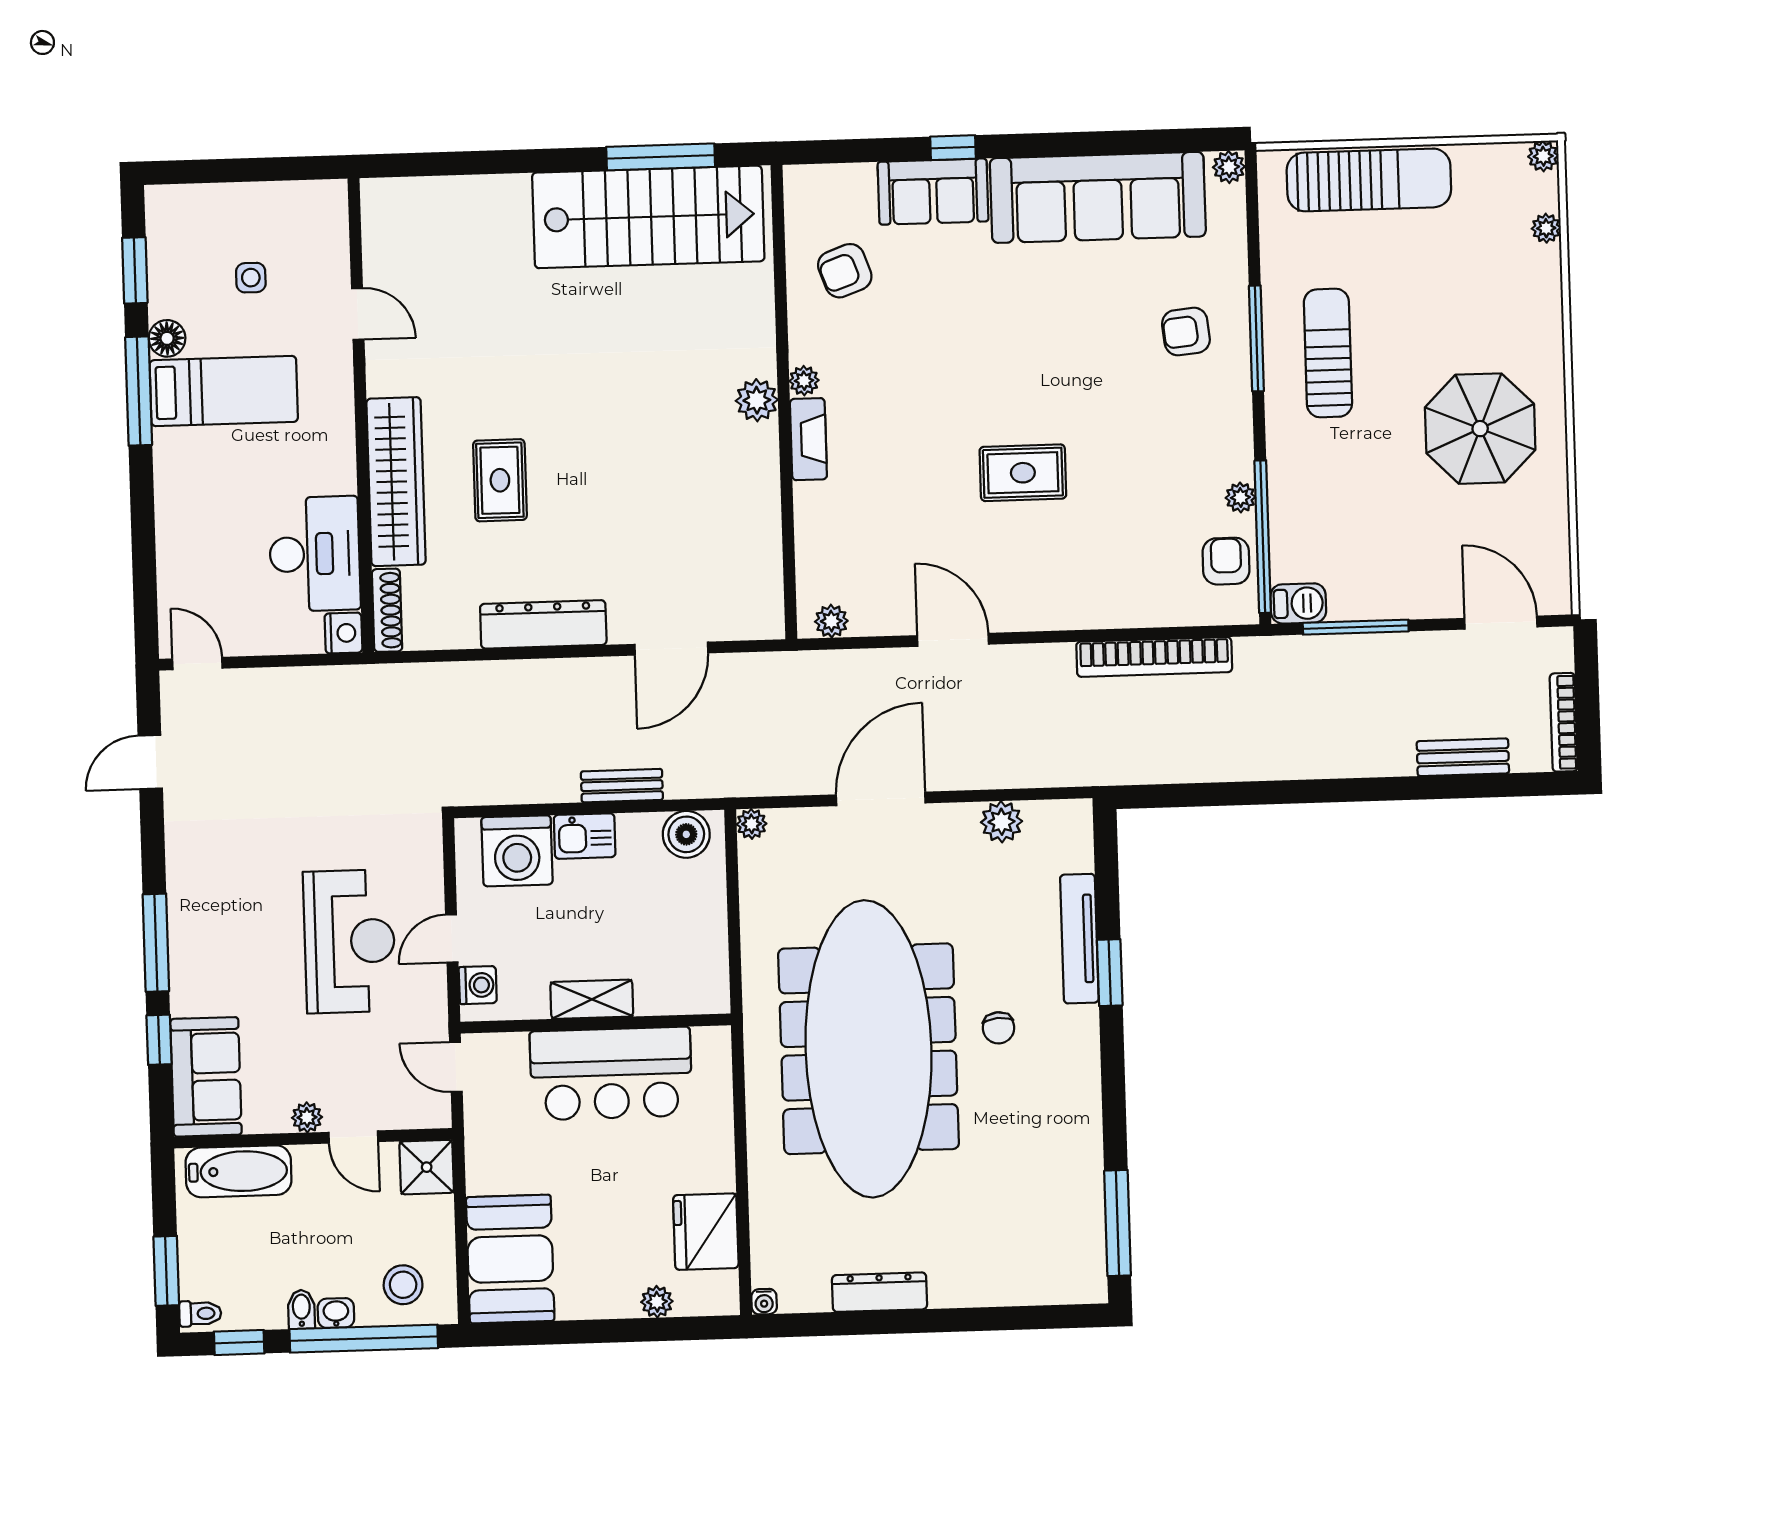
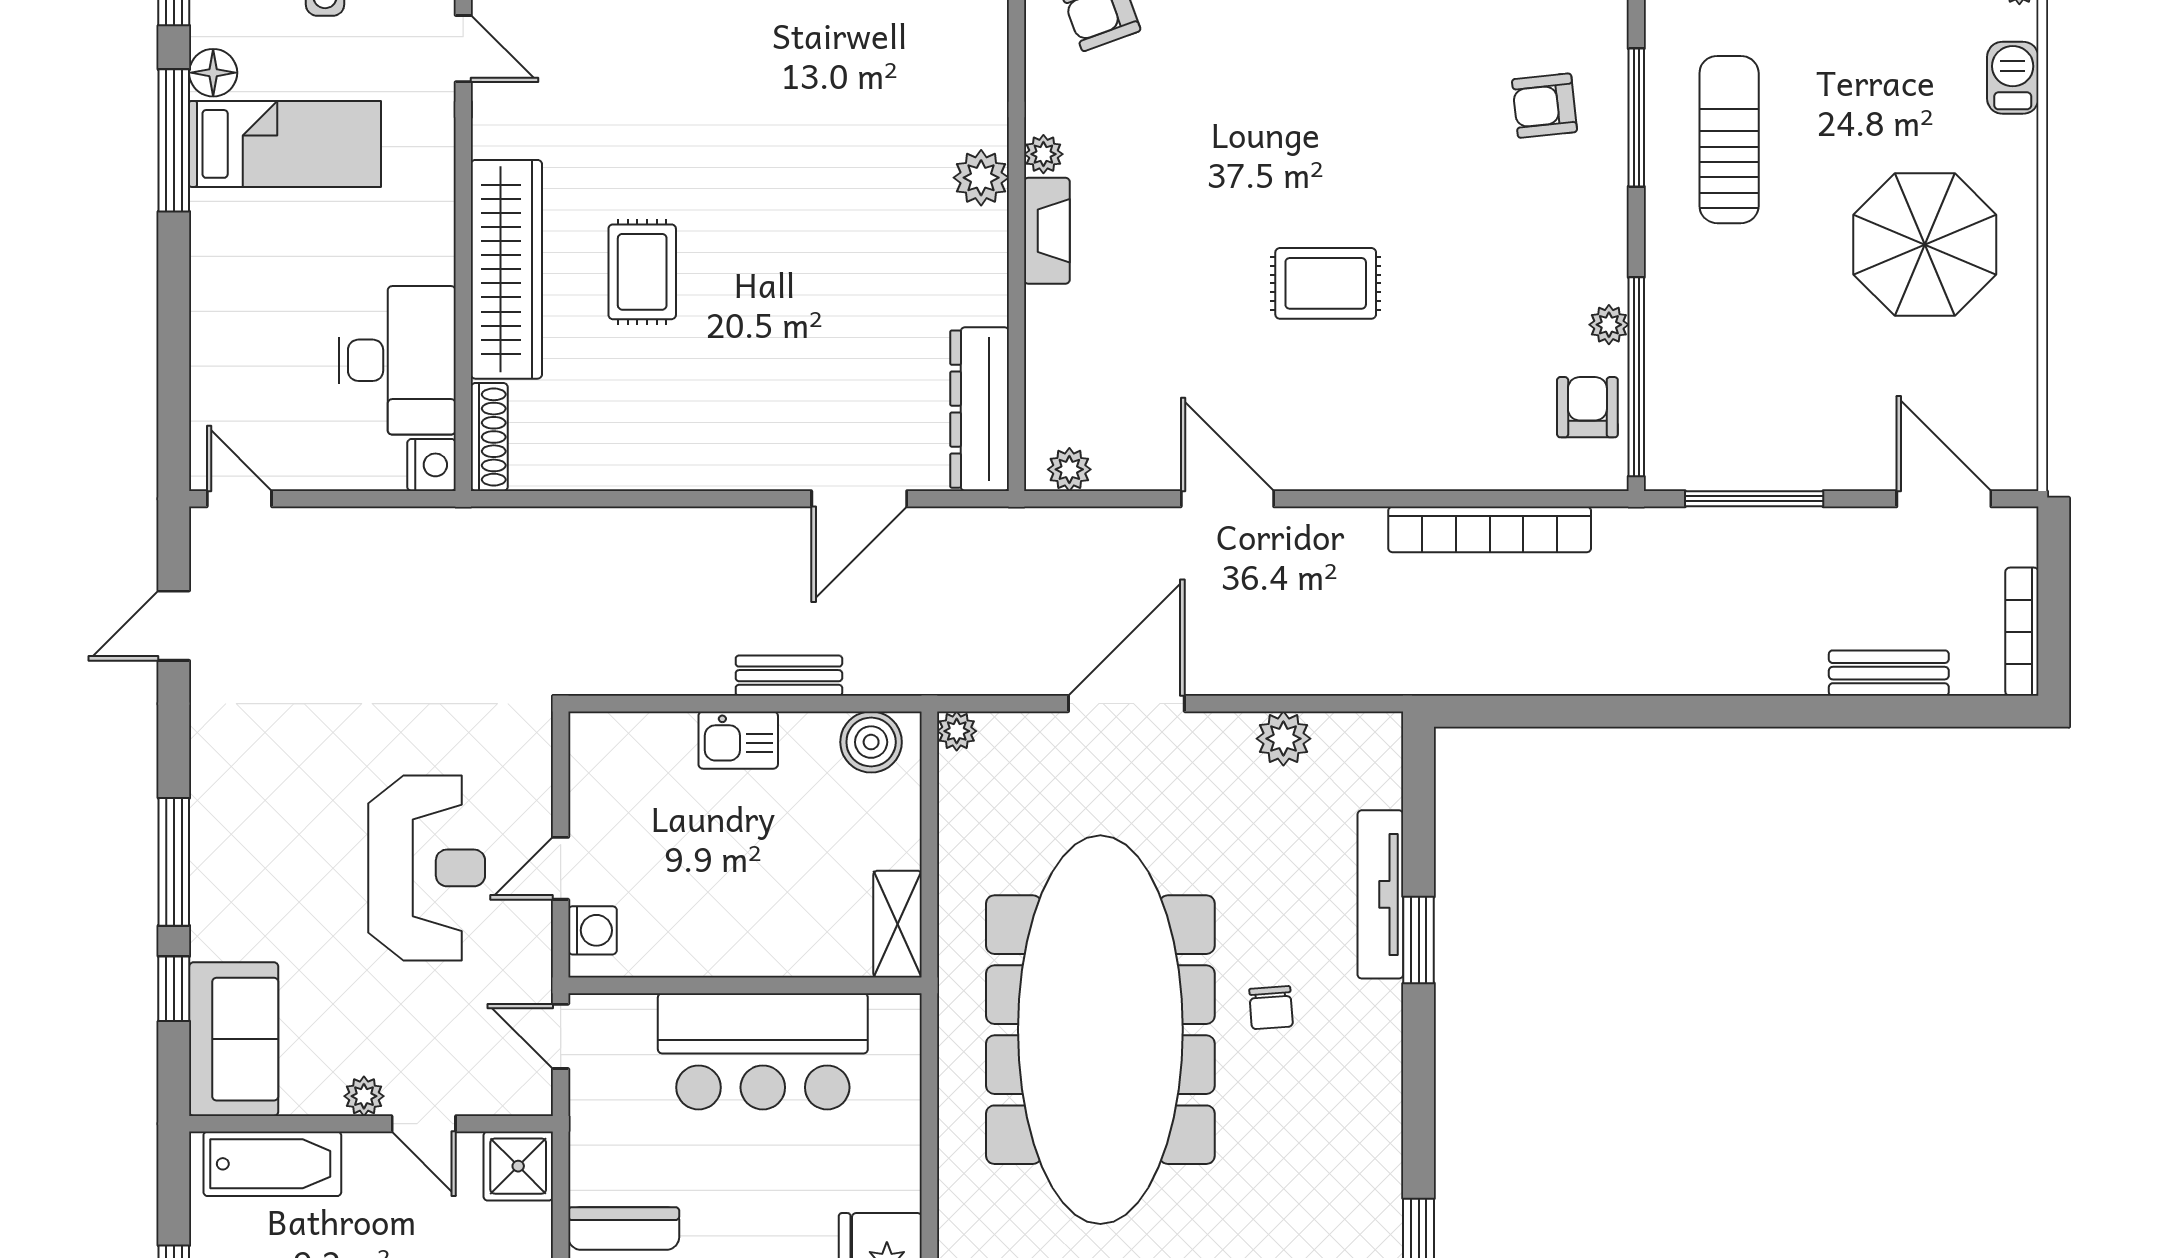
barbecue: (1298, 603) -> (2013, 78), moved, turned -90
dresser: (543, 624) -> (980, 409), moved, turned -90
washing machine: (517, 851) -> (649, 757), removed
shelving: (592, 999) -> (898, 924), moved, turned 90

